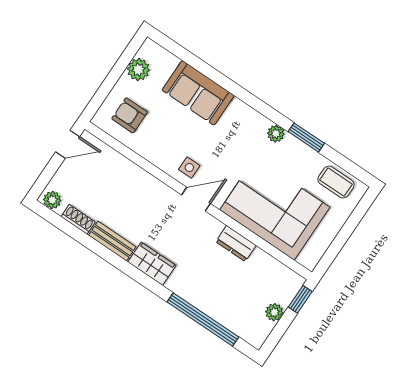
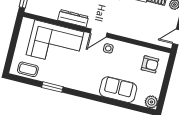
plant: (138, 70) -> (151, 102), moved
plant: (276, 134) -> (69, 83), removed
dresser: (236, 243) -> (73, 18), width x1.44

